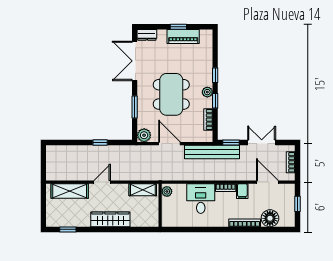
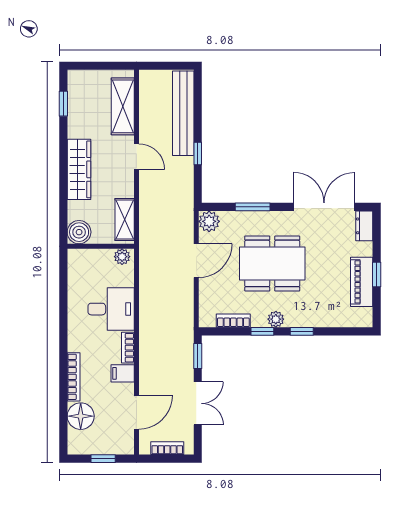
bench: (212, 152) -> (183, 113), moved
boiler: (151, 219) -> (79, 232), added

